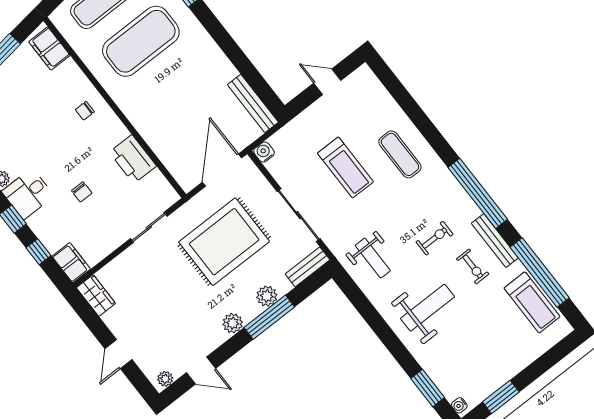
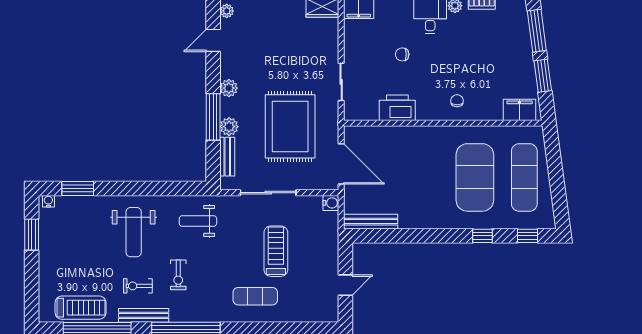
treadmill: (345, 167) -> (276, 251), turned 90
bench: (307, 267) -> (227, 157), moved
treadmill: (532, 302) -> (81, 308), turned 180

